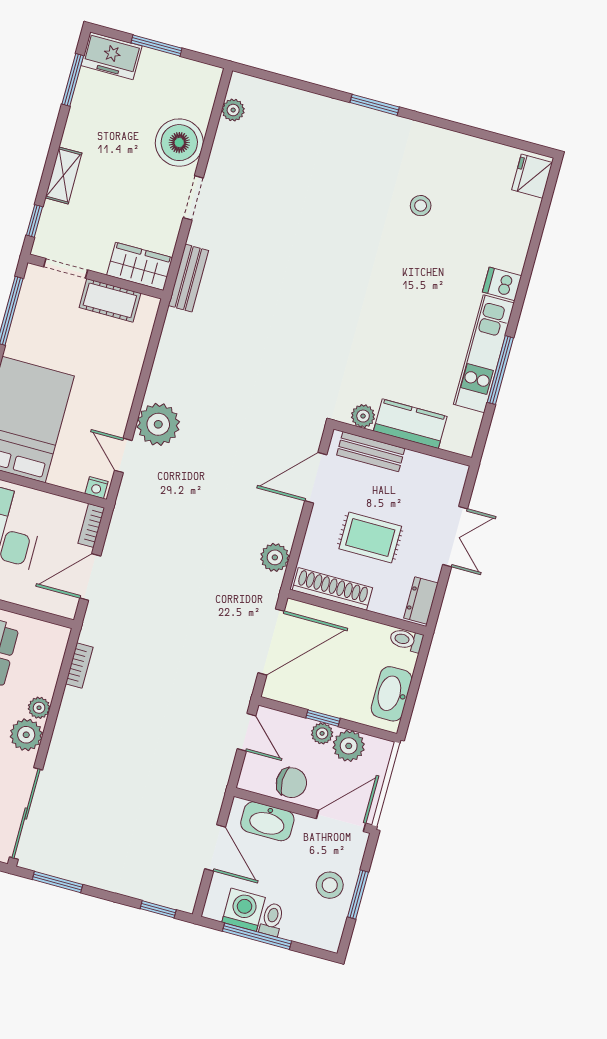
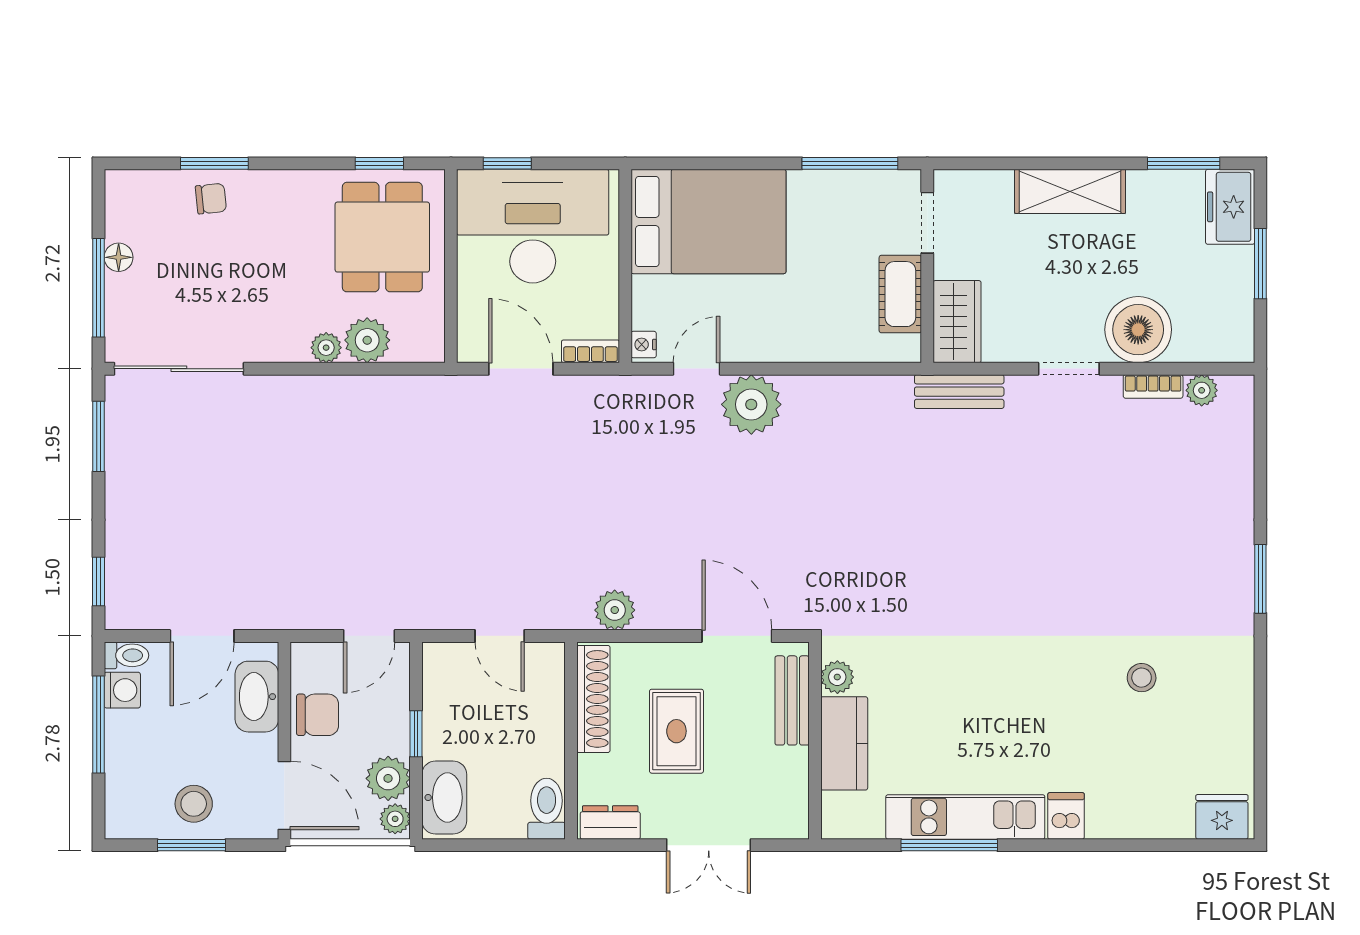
shelving: (63, 175) -> (1070, 191), width x1.50, depth x1.33
window: (34, 221) -> (980, 163), removed
toilet: (406, 640) -> (547, 809), width x1.37, depth x1.39
door: (271, 642) -> (500, 636), width x0.53
bookcase: (79, 666) -> (1153, 386), moved
washbasin: (391, 694) -> (444, 798), moved, turned 90
plant: (322, 733) -> (395, 819), moved
plant: (26, 735) -> (367, 340), moved
chair: (291, 783) -> (318, 715), turned -90
washing machine: (244, 910) -> (122, 690), width x0.73, depth x0.73
toilet: (272, 919) -> (126, 655), moved

